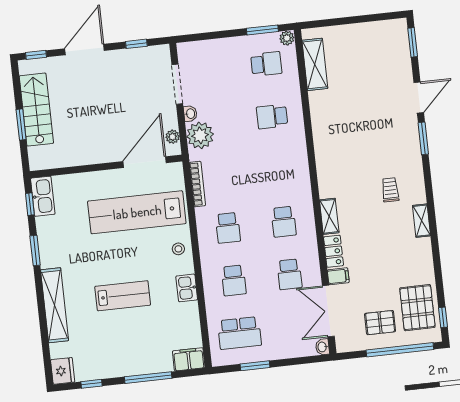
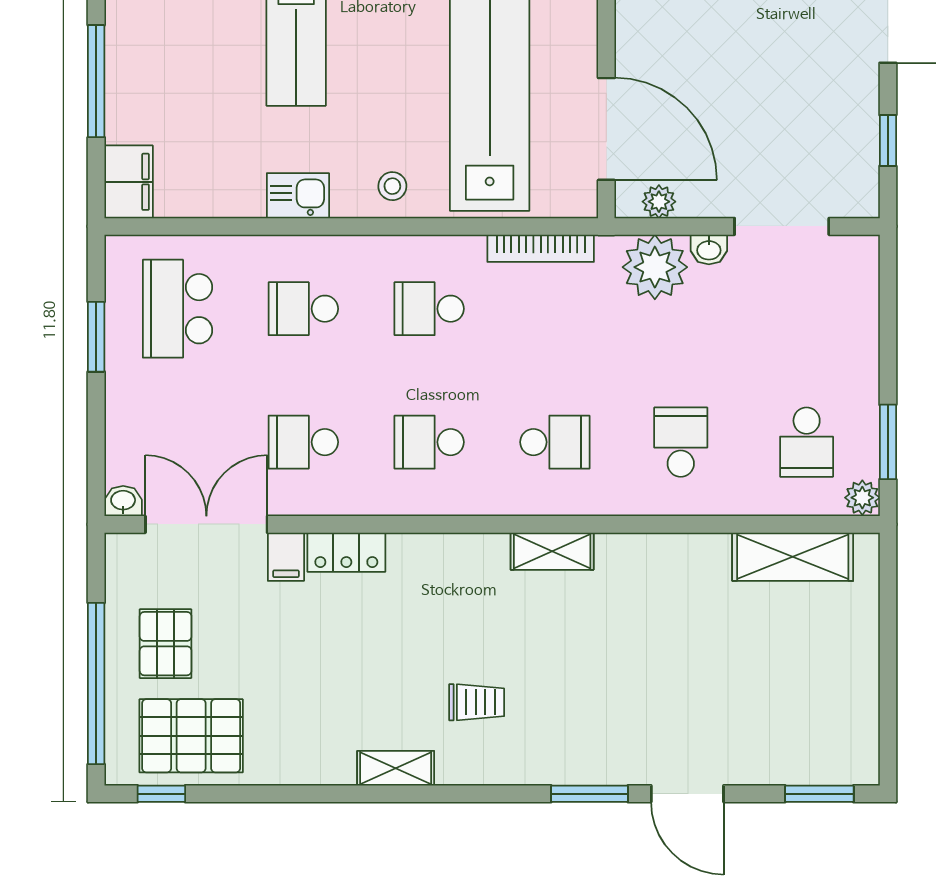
school desk: (278, 169) -> (555, 442), added
shelving: (329, 216) -> (552, 551), moved

